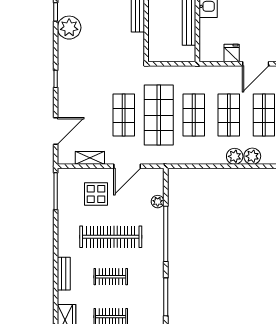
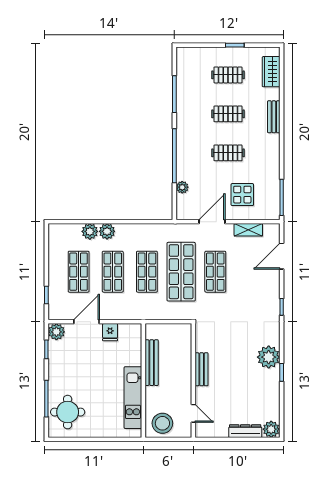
clothes rail: (111, 237) -> (228, 153), width x0.54, depth x0.76

